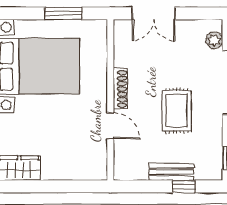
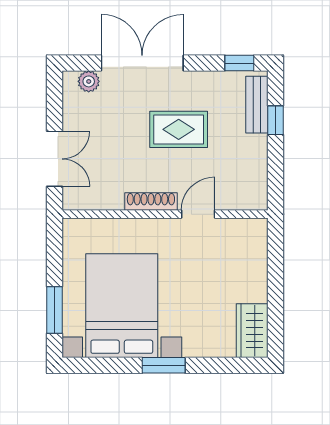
window: (64, 13) -> (54, 310), moved
bench: (171, 172) -> (257, 105), moved

